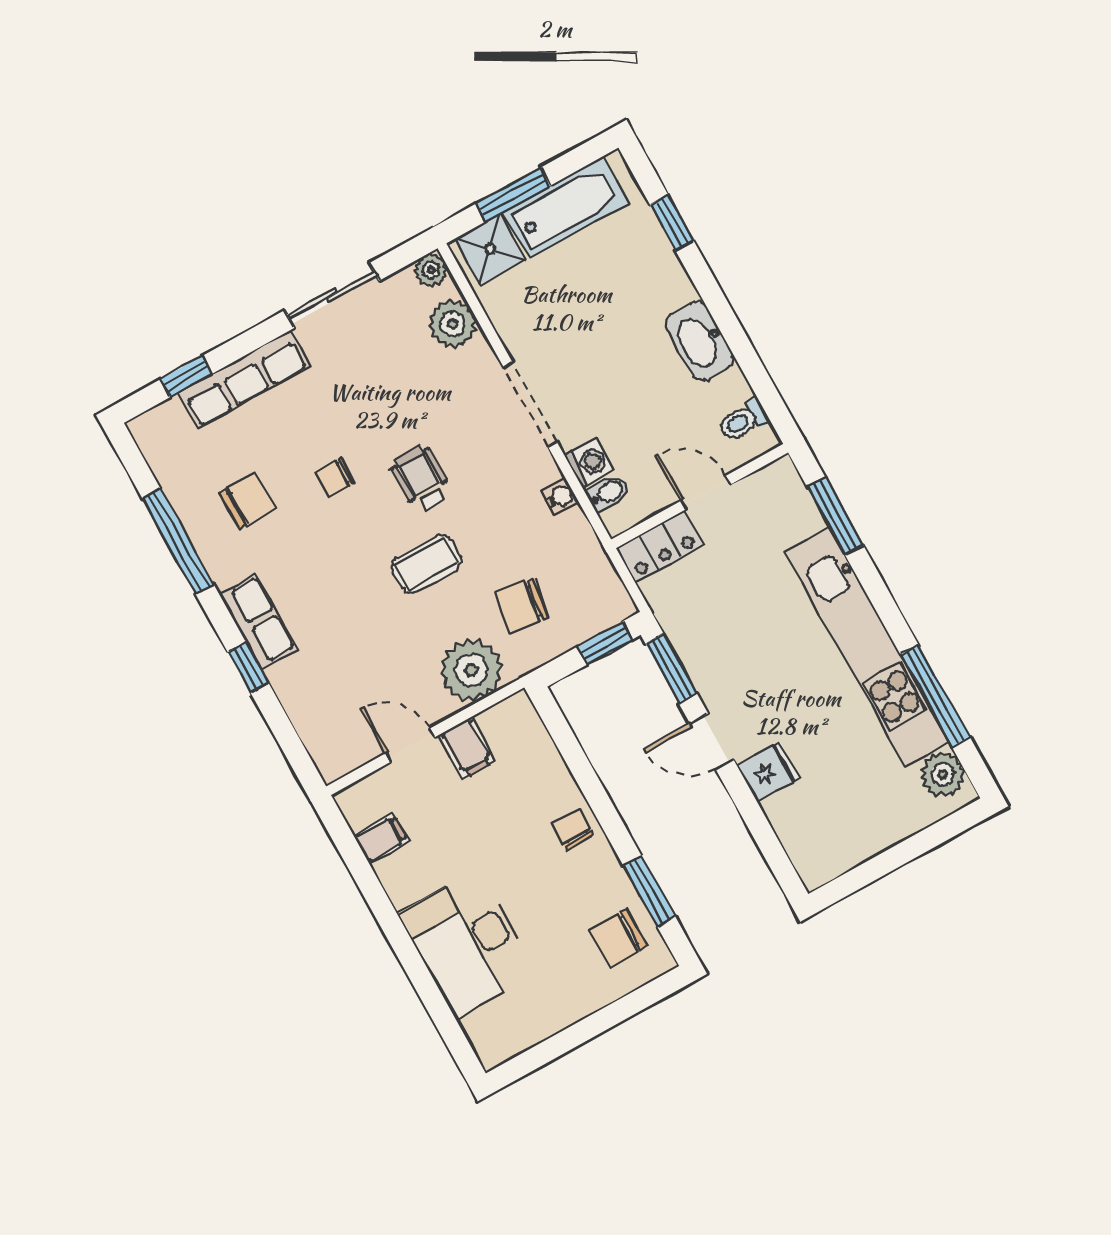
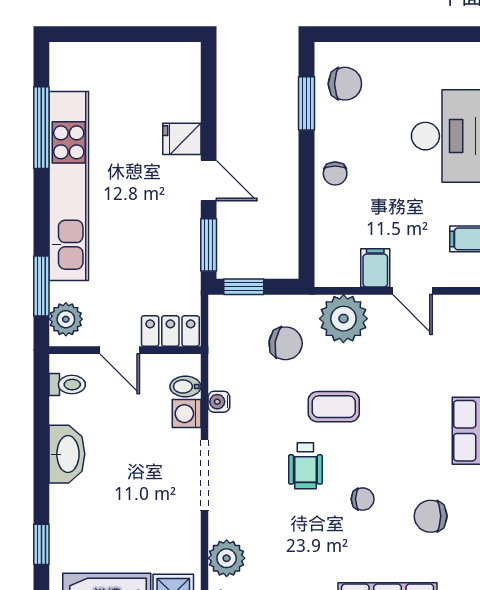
plant: (943, 774) -> (66, 319), moved

